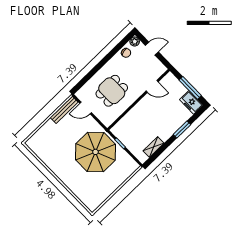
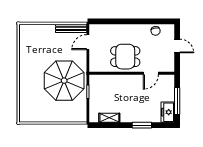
plant: (135, 42) -> (170, 29), removed
door: (152, 86) -> (151, 73), hinge flipped
dining table: (112, 91) -> (125, 57), moved
door: (86, 108) -> (88, 42), hinge flipped

